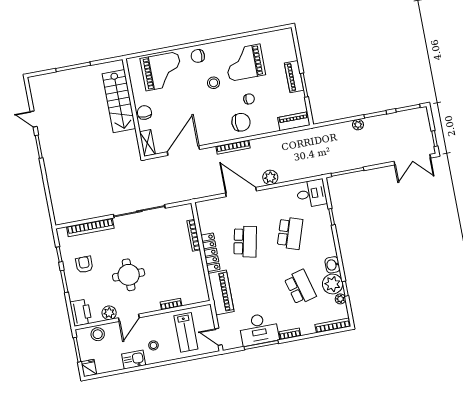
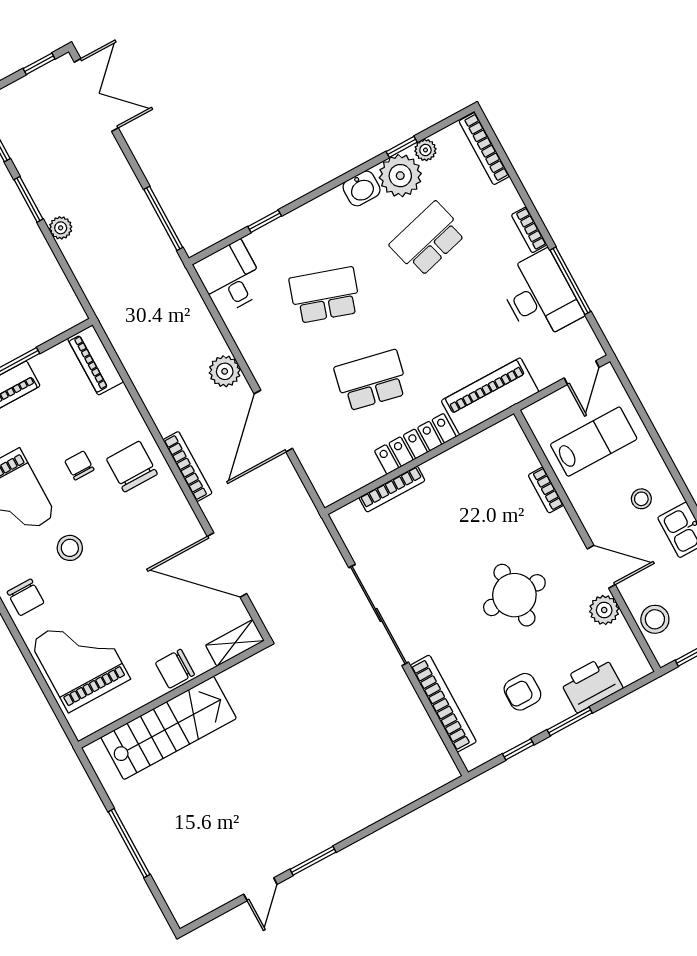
printer: (81, 313) -> (591, 684), moved

